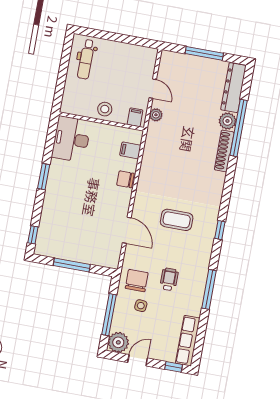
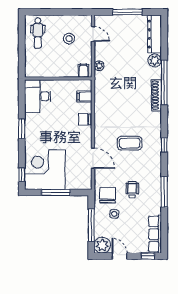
door: (153, 89) -> (93, 34), moved
stool: (105, 109) -> (69, 39), moved
window: (239, 128) -> (164, 83), moved
shoe rack: (224, 151) -> (156, 95), moved
corner desk: (63, 233) -> (45, 169), added
door: (138, 360) -> (119, 256), hinge flipped

